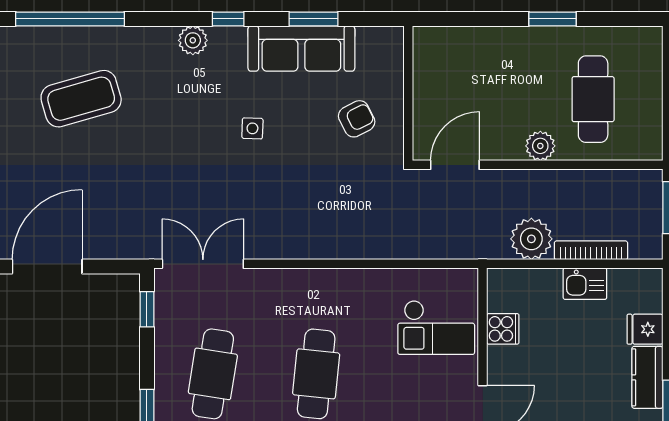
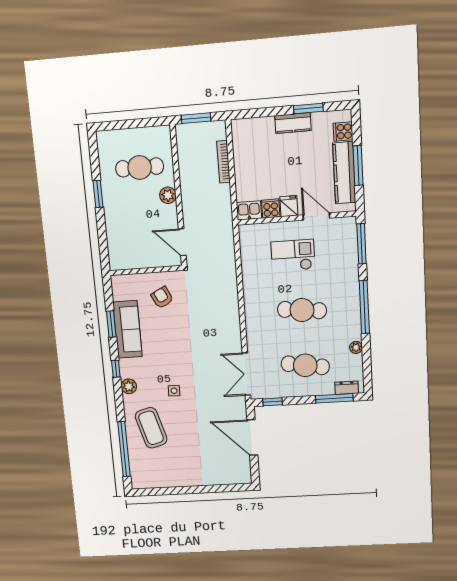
coffee table: (81, 99) -> (151, 428), moved
side table: (252, 128) -> (174, 391), moved
plant: (531, 239) -> (220, 196), removed
door: (47, 267) -> (252, 437), moved
kitchen sink: (585, 284) -> (249, 210), moved, turned -90
checkout: (436, 327) -> (293, 255), moved, turned -90
fridge: (645, 329) -> (289, 206), moved, turned 180

